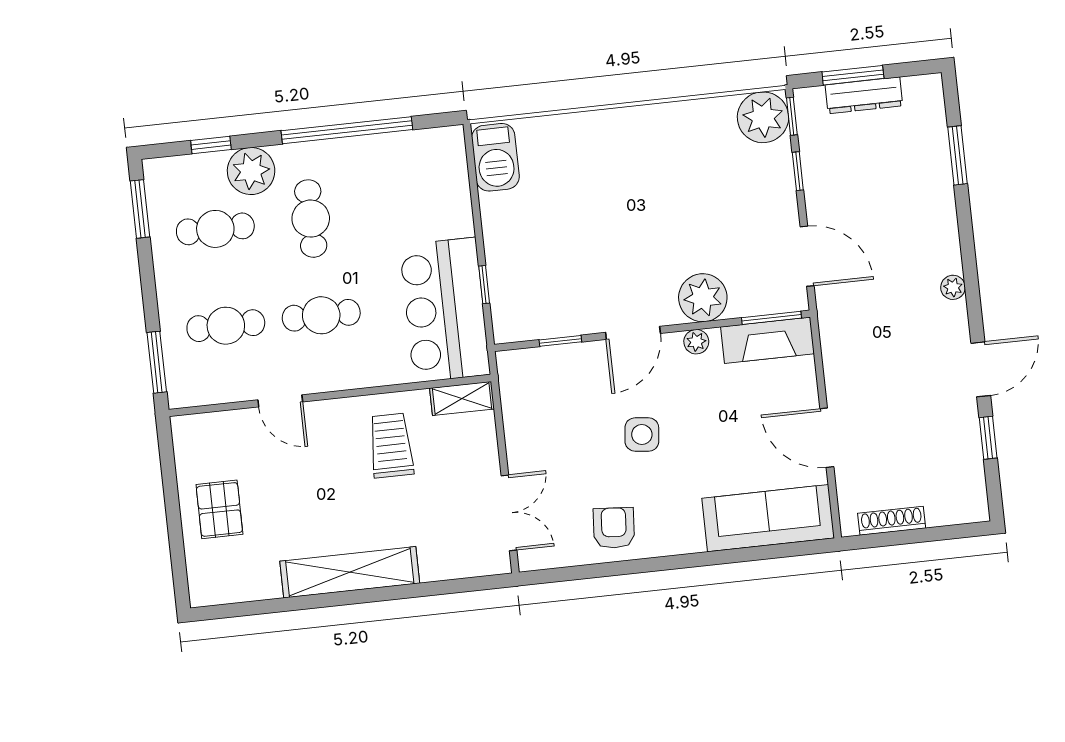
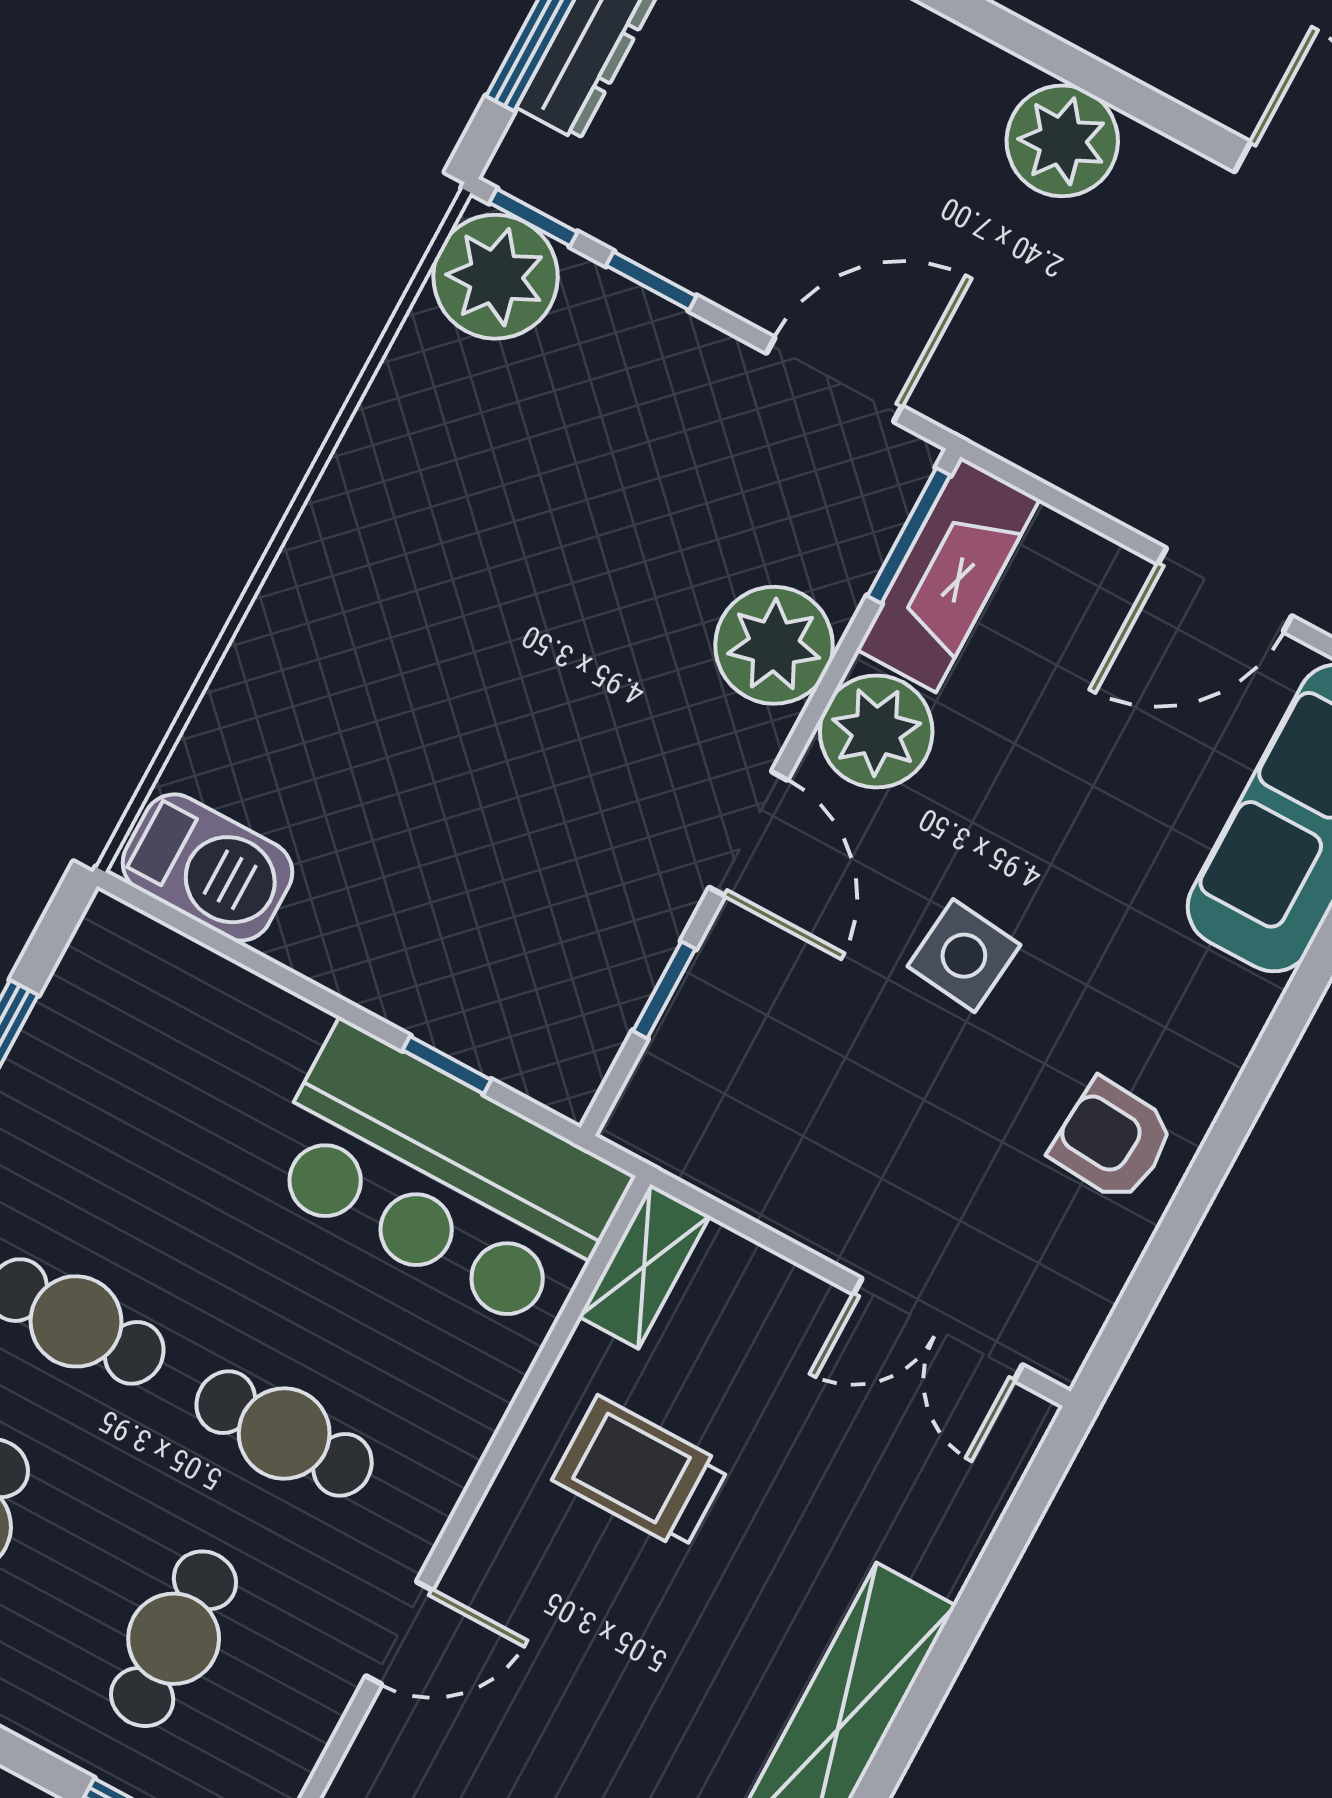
plant: (953, 287) -> (1062, 141), width x1.88, depth x1.88
cafe table: (321, 315) -> (284, 1433), turned 90
plant: (696, 342) -> (876, 731), width x1.88, depth x1.88
double door: (509, 513) -> (938, 1329), swing flipped

